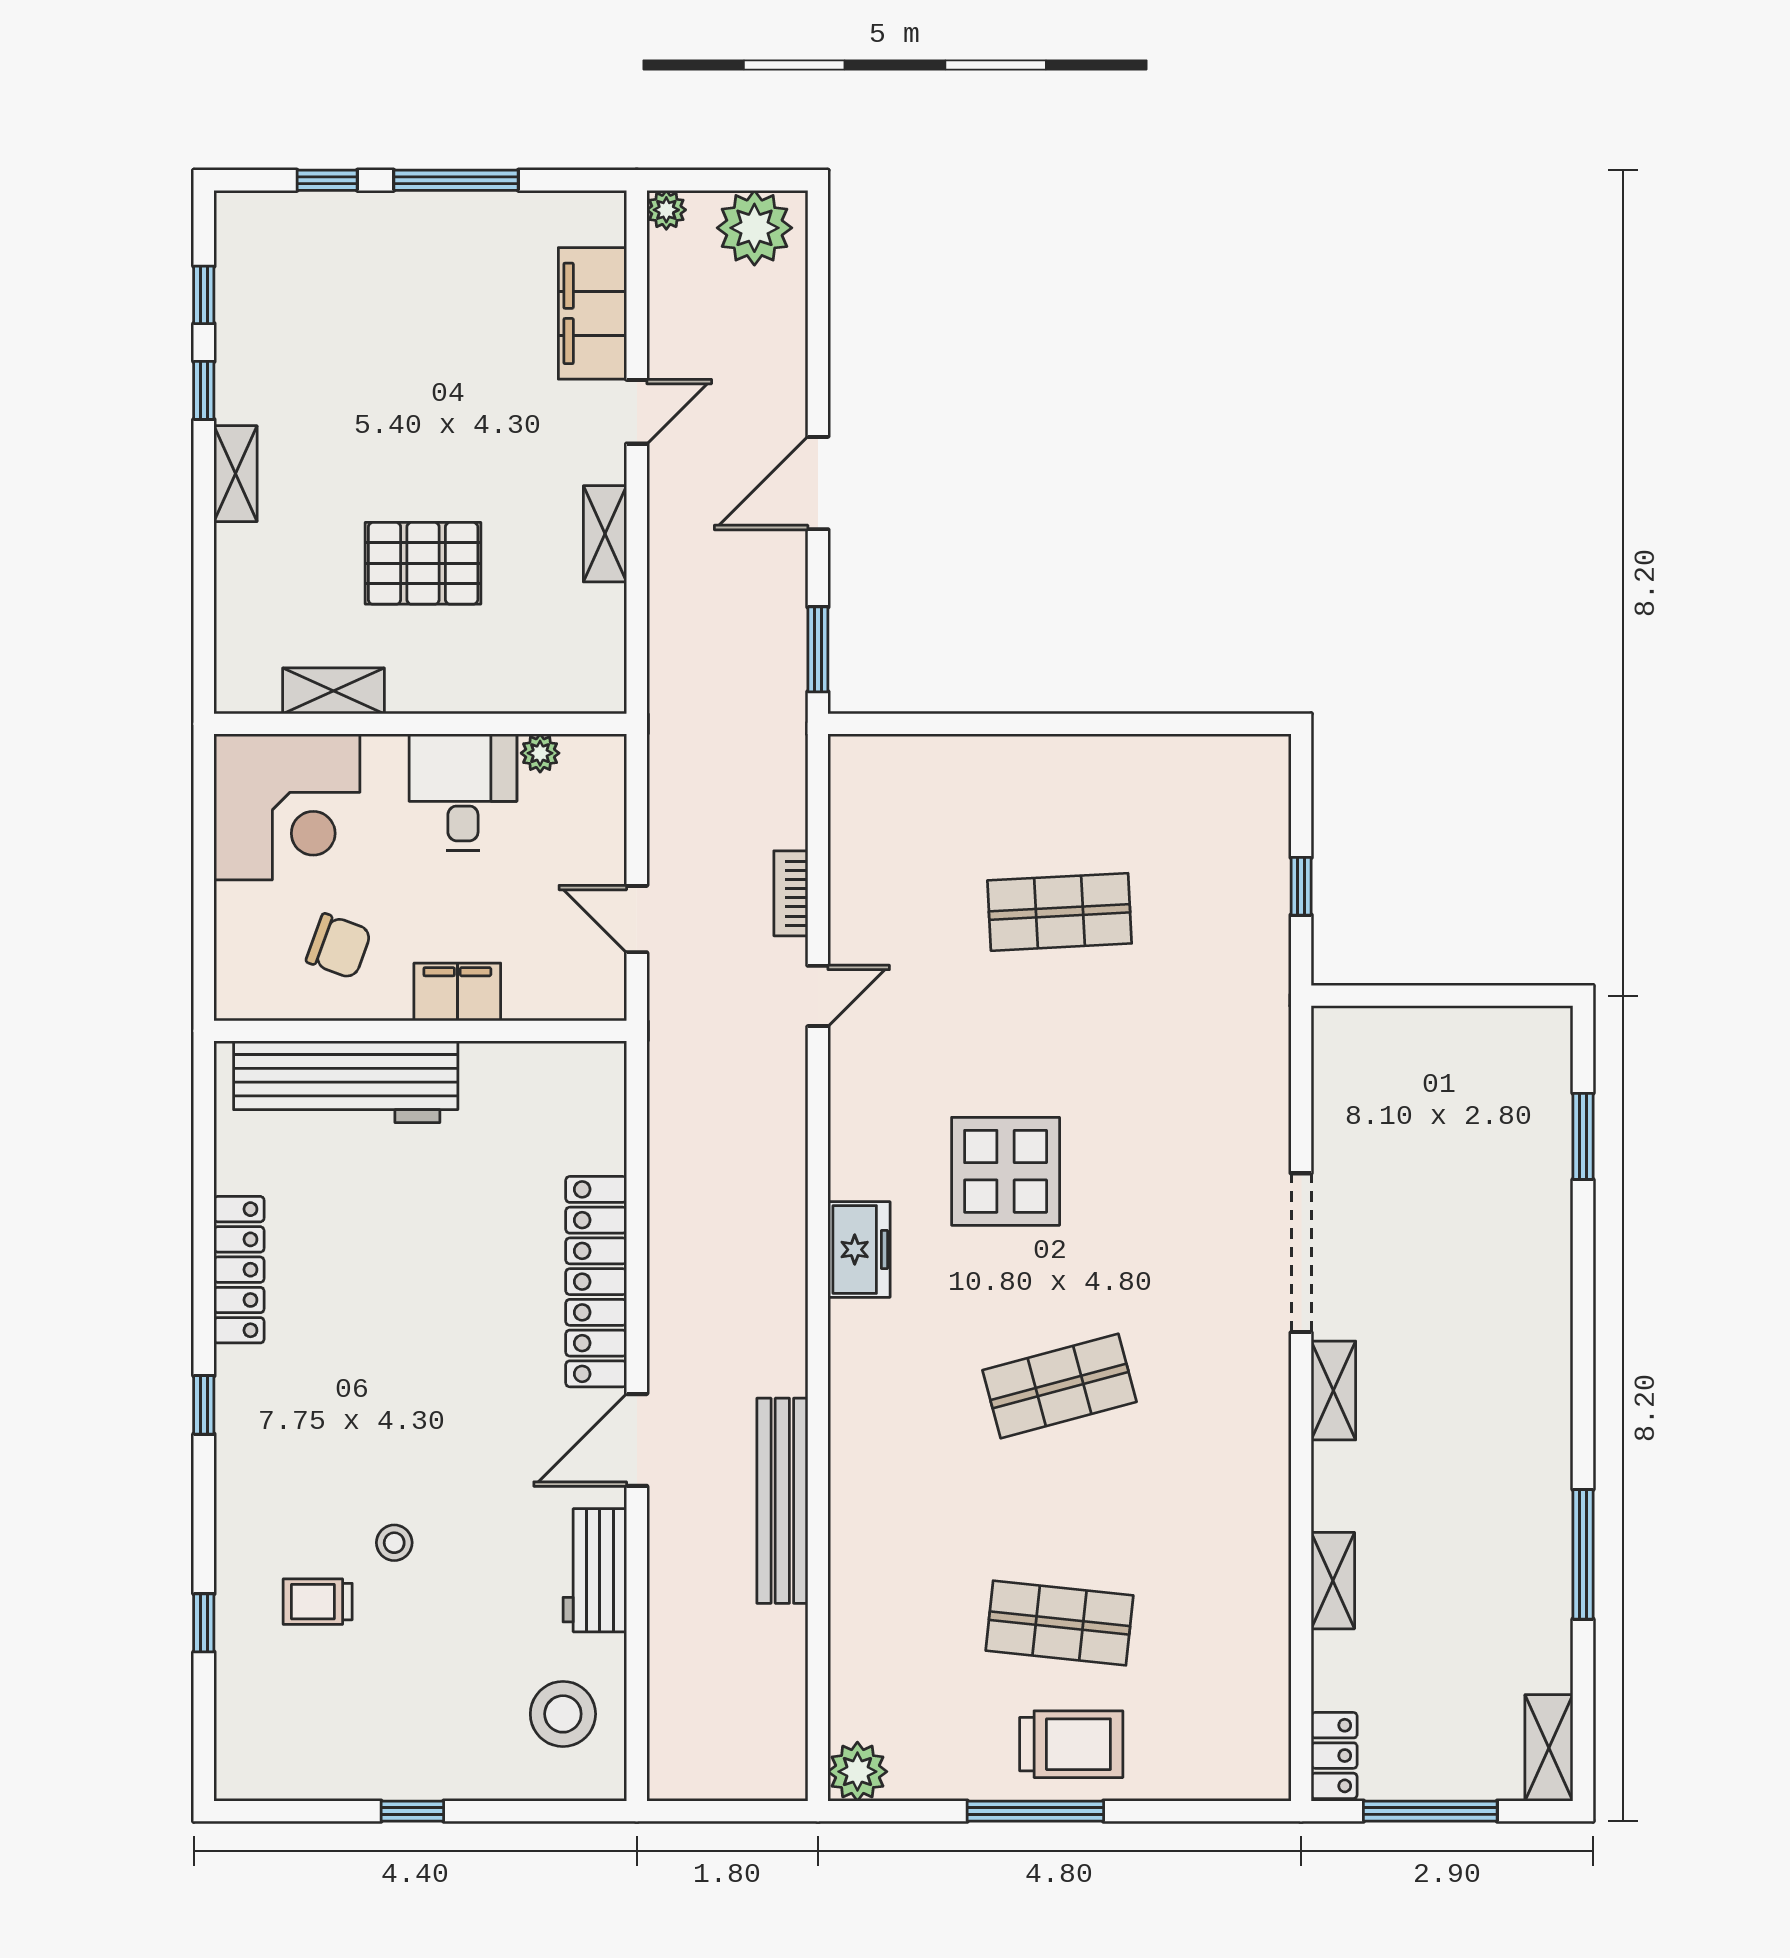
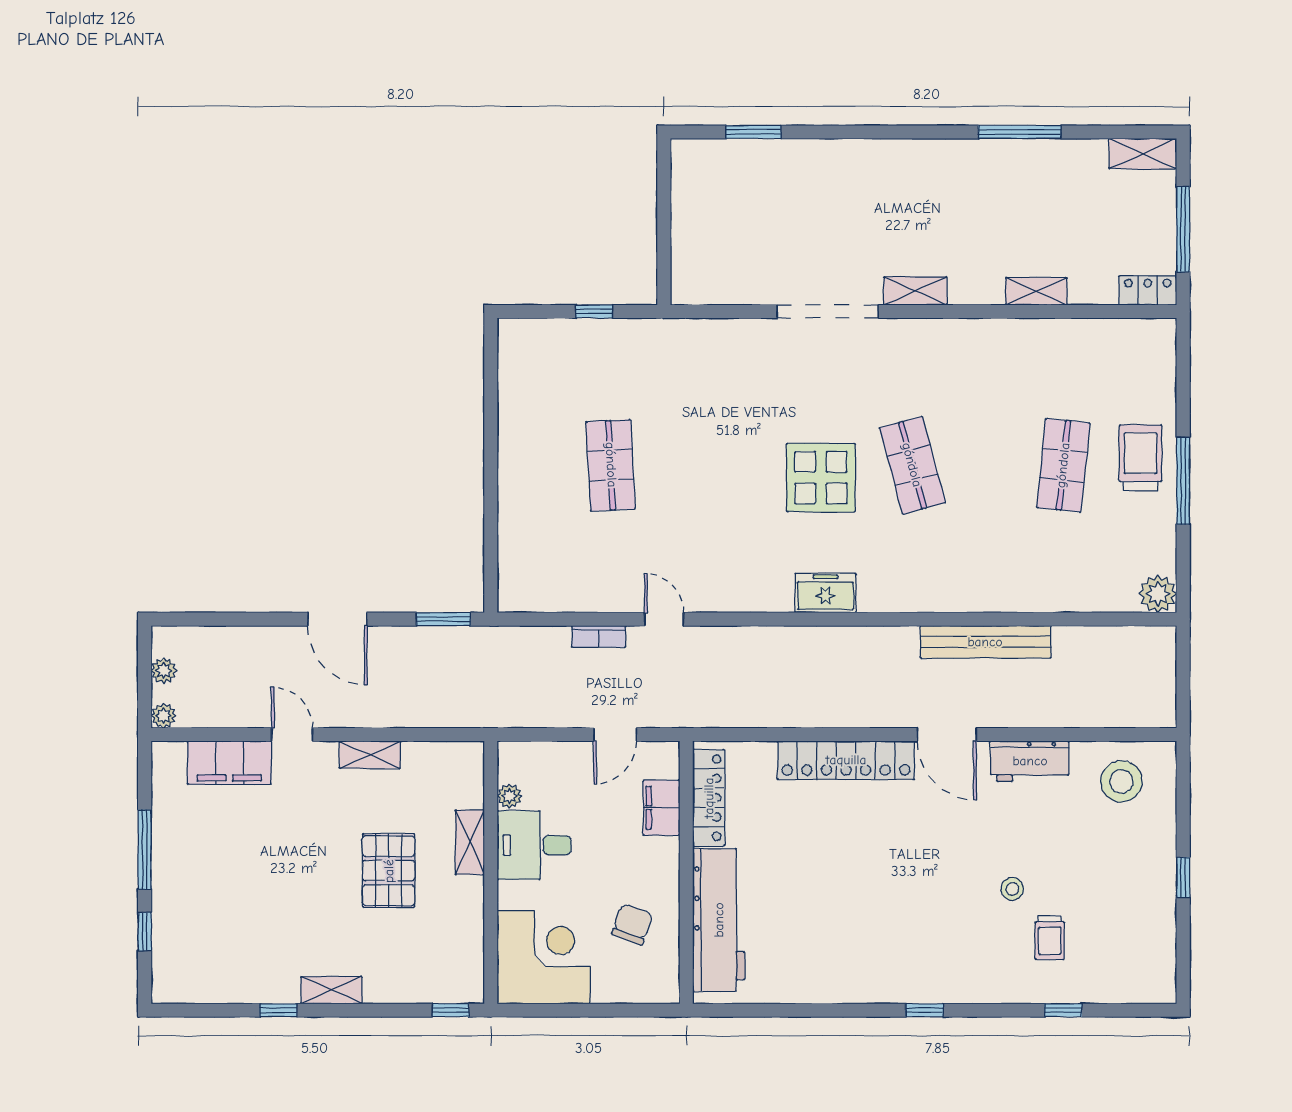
plant: (754, 228) -> (164, 671), width x0.53, depth x0.53
window: (204, 295) -> (451, 1010), moved
shelving: (334, 691) -> (470, 842), moved
filing cabinet: (457, 992) -> (662, 808), moved
display table: (1006, 1171) -> (821, 478), moved
locker: (239, 1270) -> (709, 798), moved, turned 90

